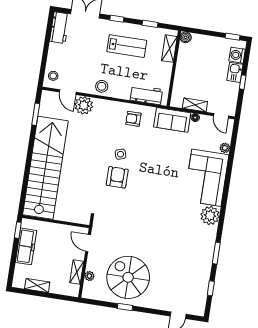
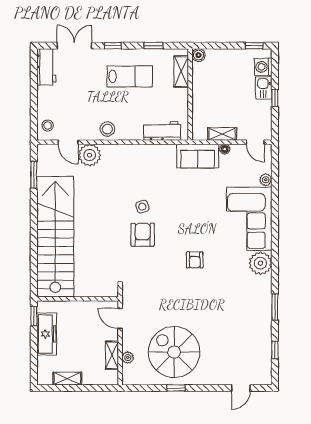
armchair: (133, 119) -> (195, 260), moved, turned -90

